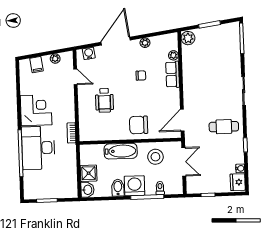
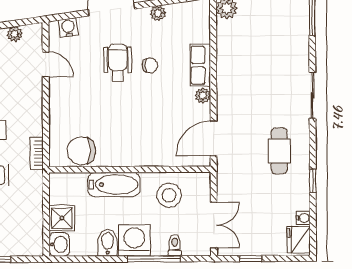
plant: (173, 55) -> (203, 96), moved
wheelchair: (104, 100) -> (118, 63), moved, turned 180
chair: (139, 125) -> (81, 151), moved
cafe table: (224, 127) -> (279, 151), turned 90
double door: (184, 162) -> (214, 225), moved

